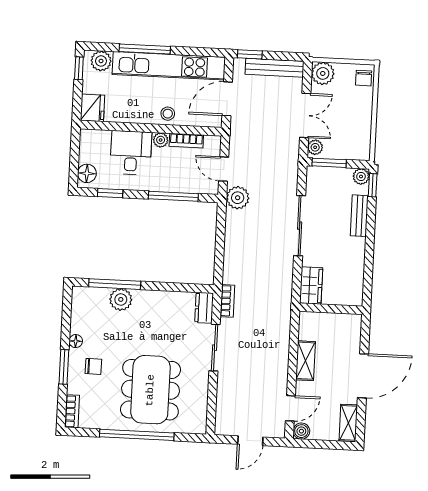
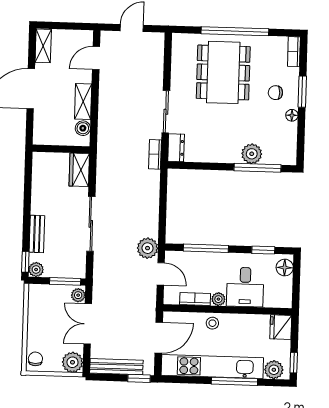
boiler: (301, 431) -> (83, 128), moved

